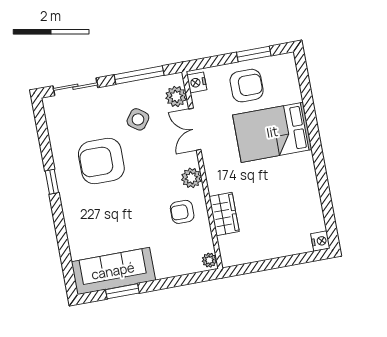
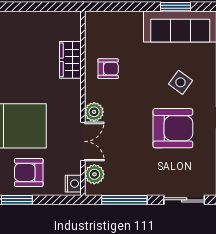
side table: (138, 119) -> (181, 82), moved
plant: (191, 178) -> (94, 112), moved
plant: (209, 260) -> (91, 20), removed

